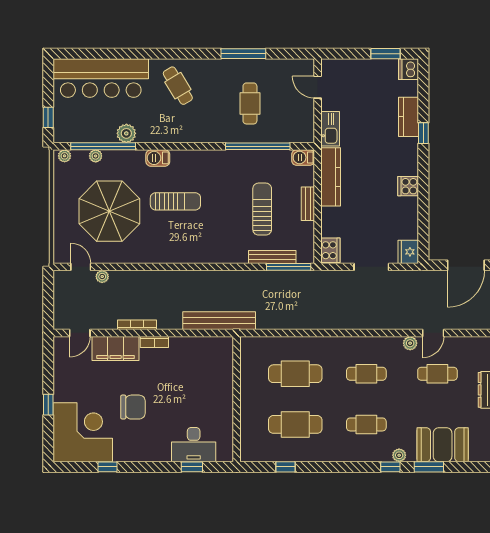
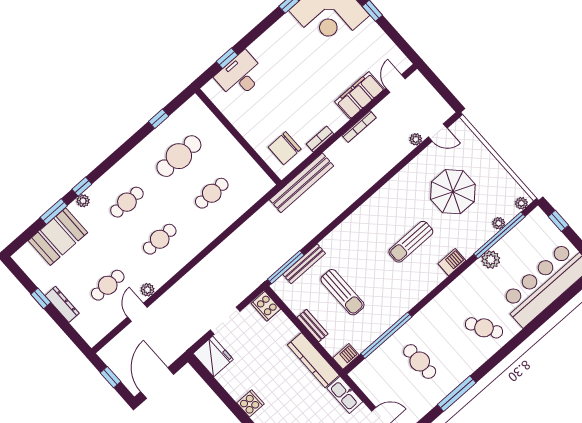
parasol: (109, 211) -> (453, 192), width x0.73, depth x0.73
fridge: (408, 252) -> (213, 356), width x1.36, depth x1.34
bookcase: (154, 342) -> (320, 139), moved
cafe table: (295, 374) -> (212, 193), width x0.73, depth x0.74
chair: (133, 407) -> (285, 148), moved

